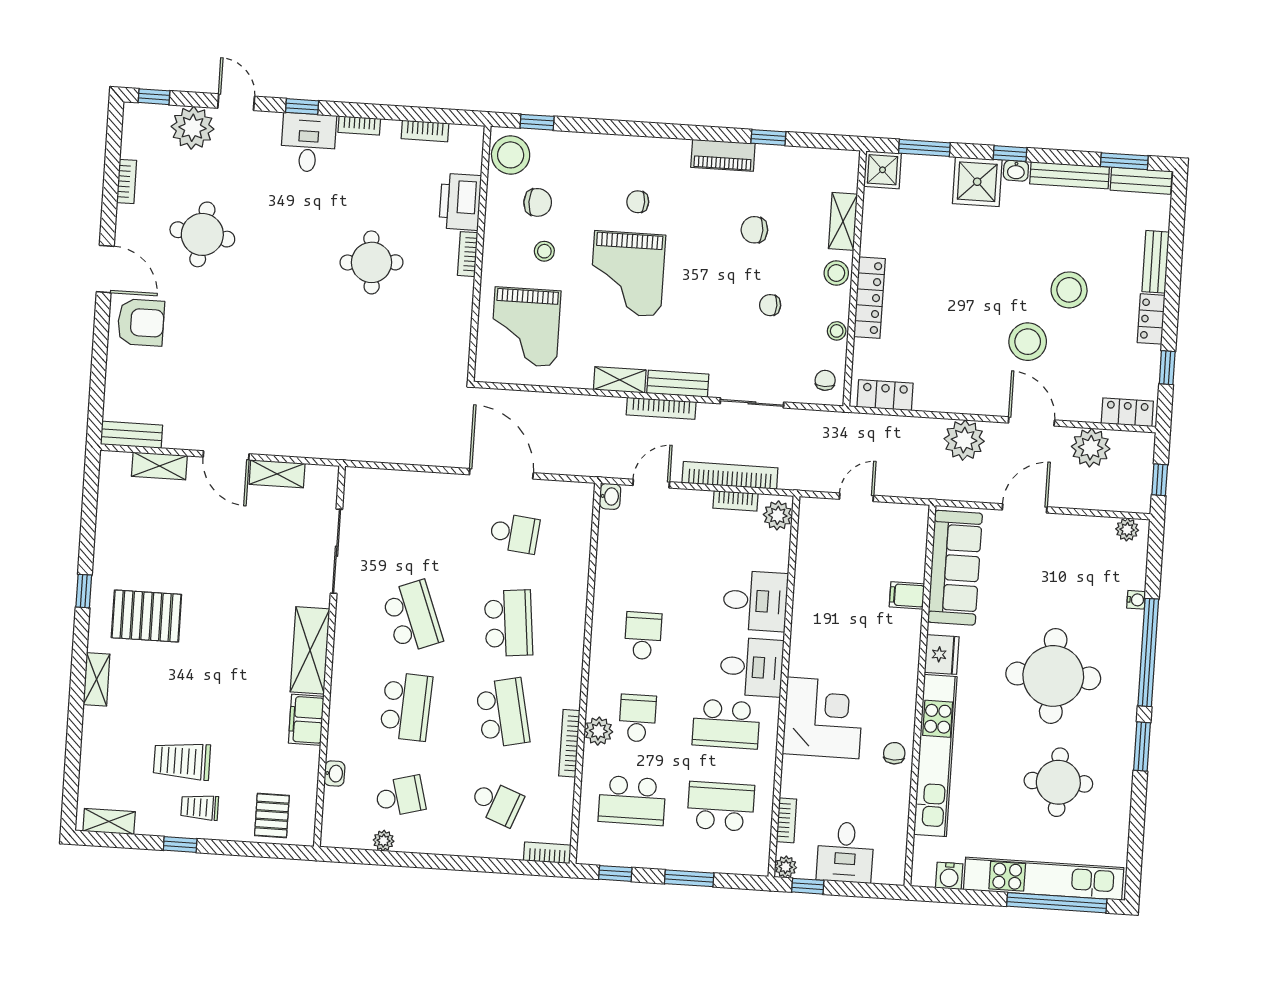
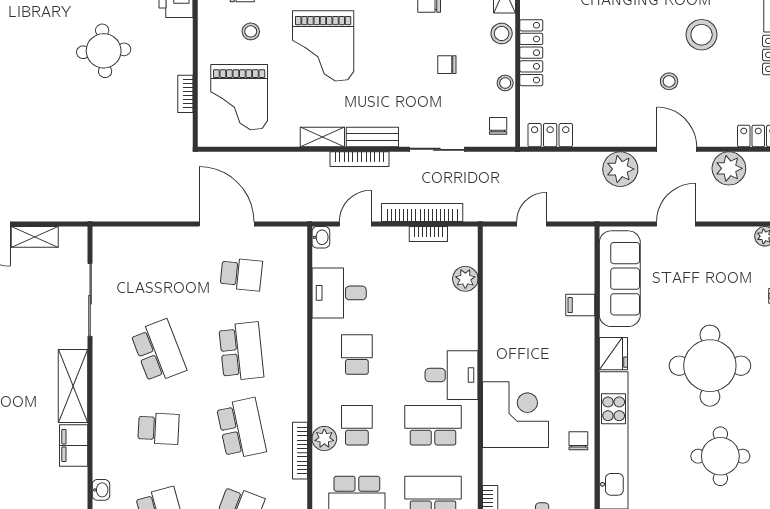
bookcase: (468, 254) -> (185, 94), moved
stool: (1028, 342) -> (669, 81), width x0.53, depth x0.53
plant: (778, 515) -> (465, 279), moved
desk: (755, 601) -> (339, 293), moved, turned 180
school desk: (406, 707) -> (158, 429), width x0.54
school desk: (726, 724) -> (433, 425), turned 180

